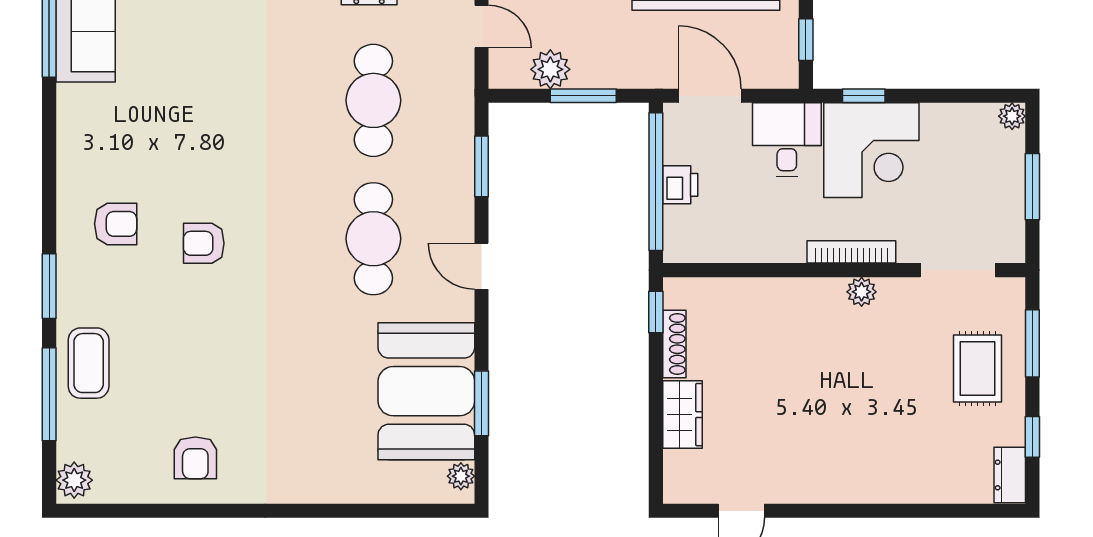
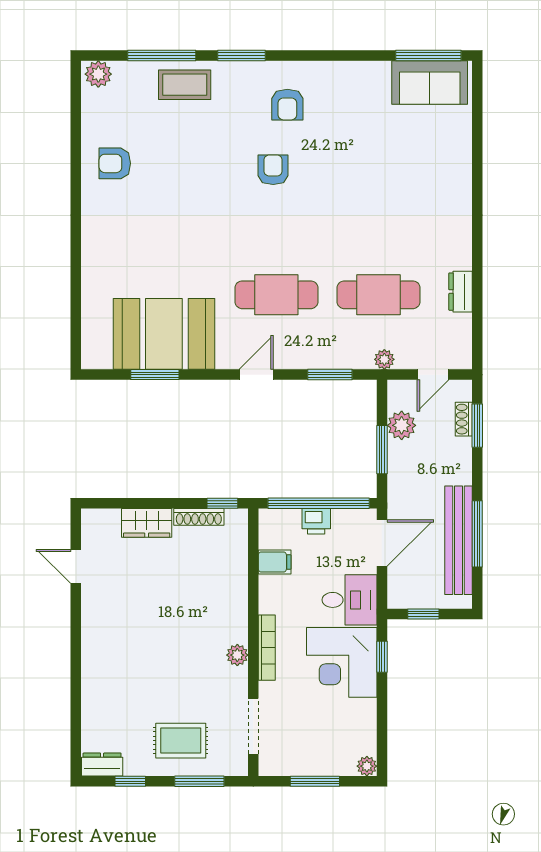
filing cabinet: (735, 241) -> (275, 562), added
plant: (461, 476) -> (384, 359), moved

